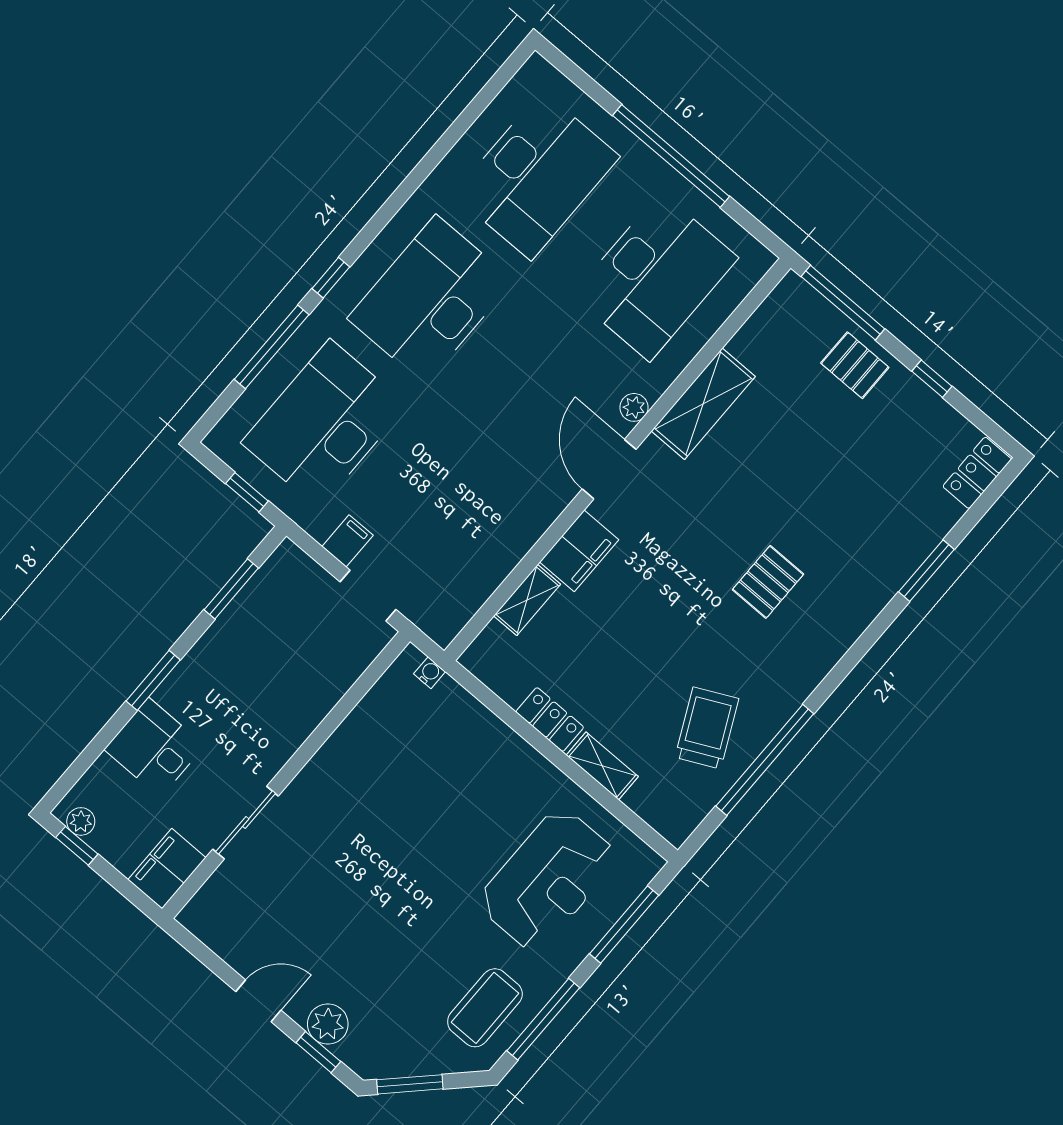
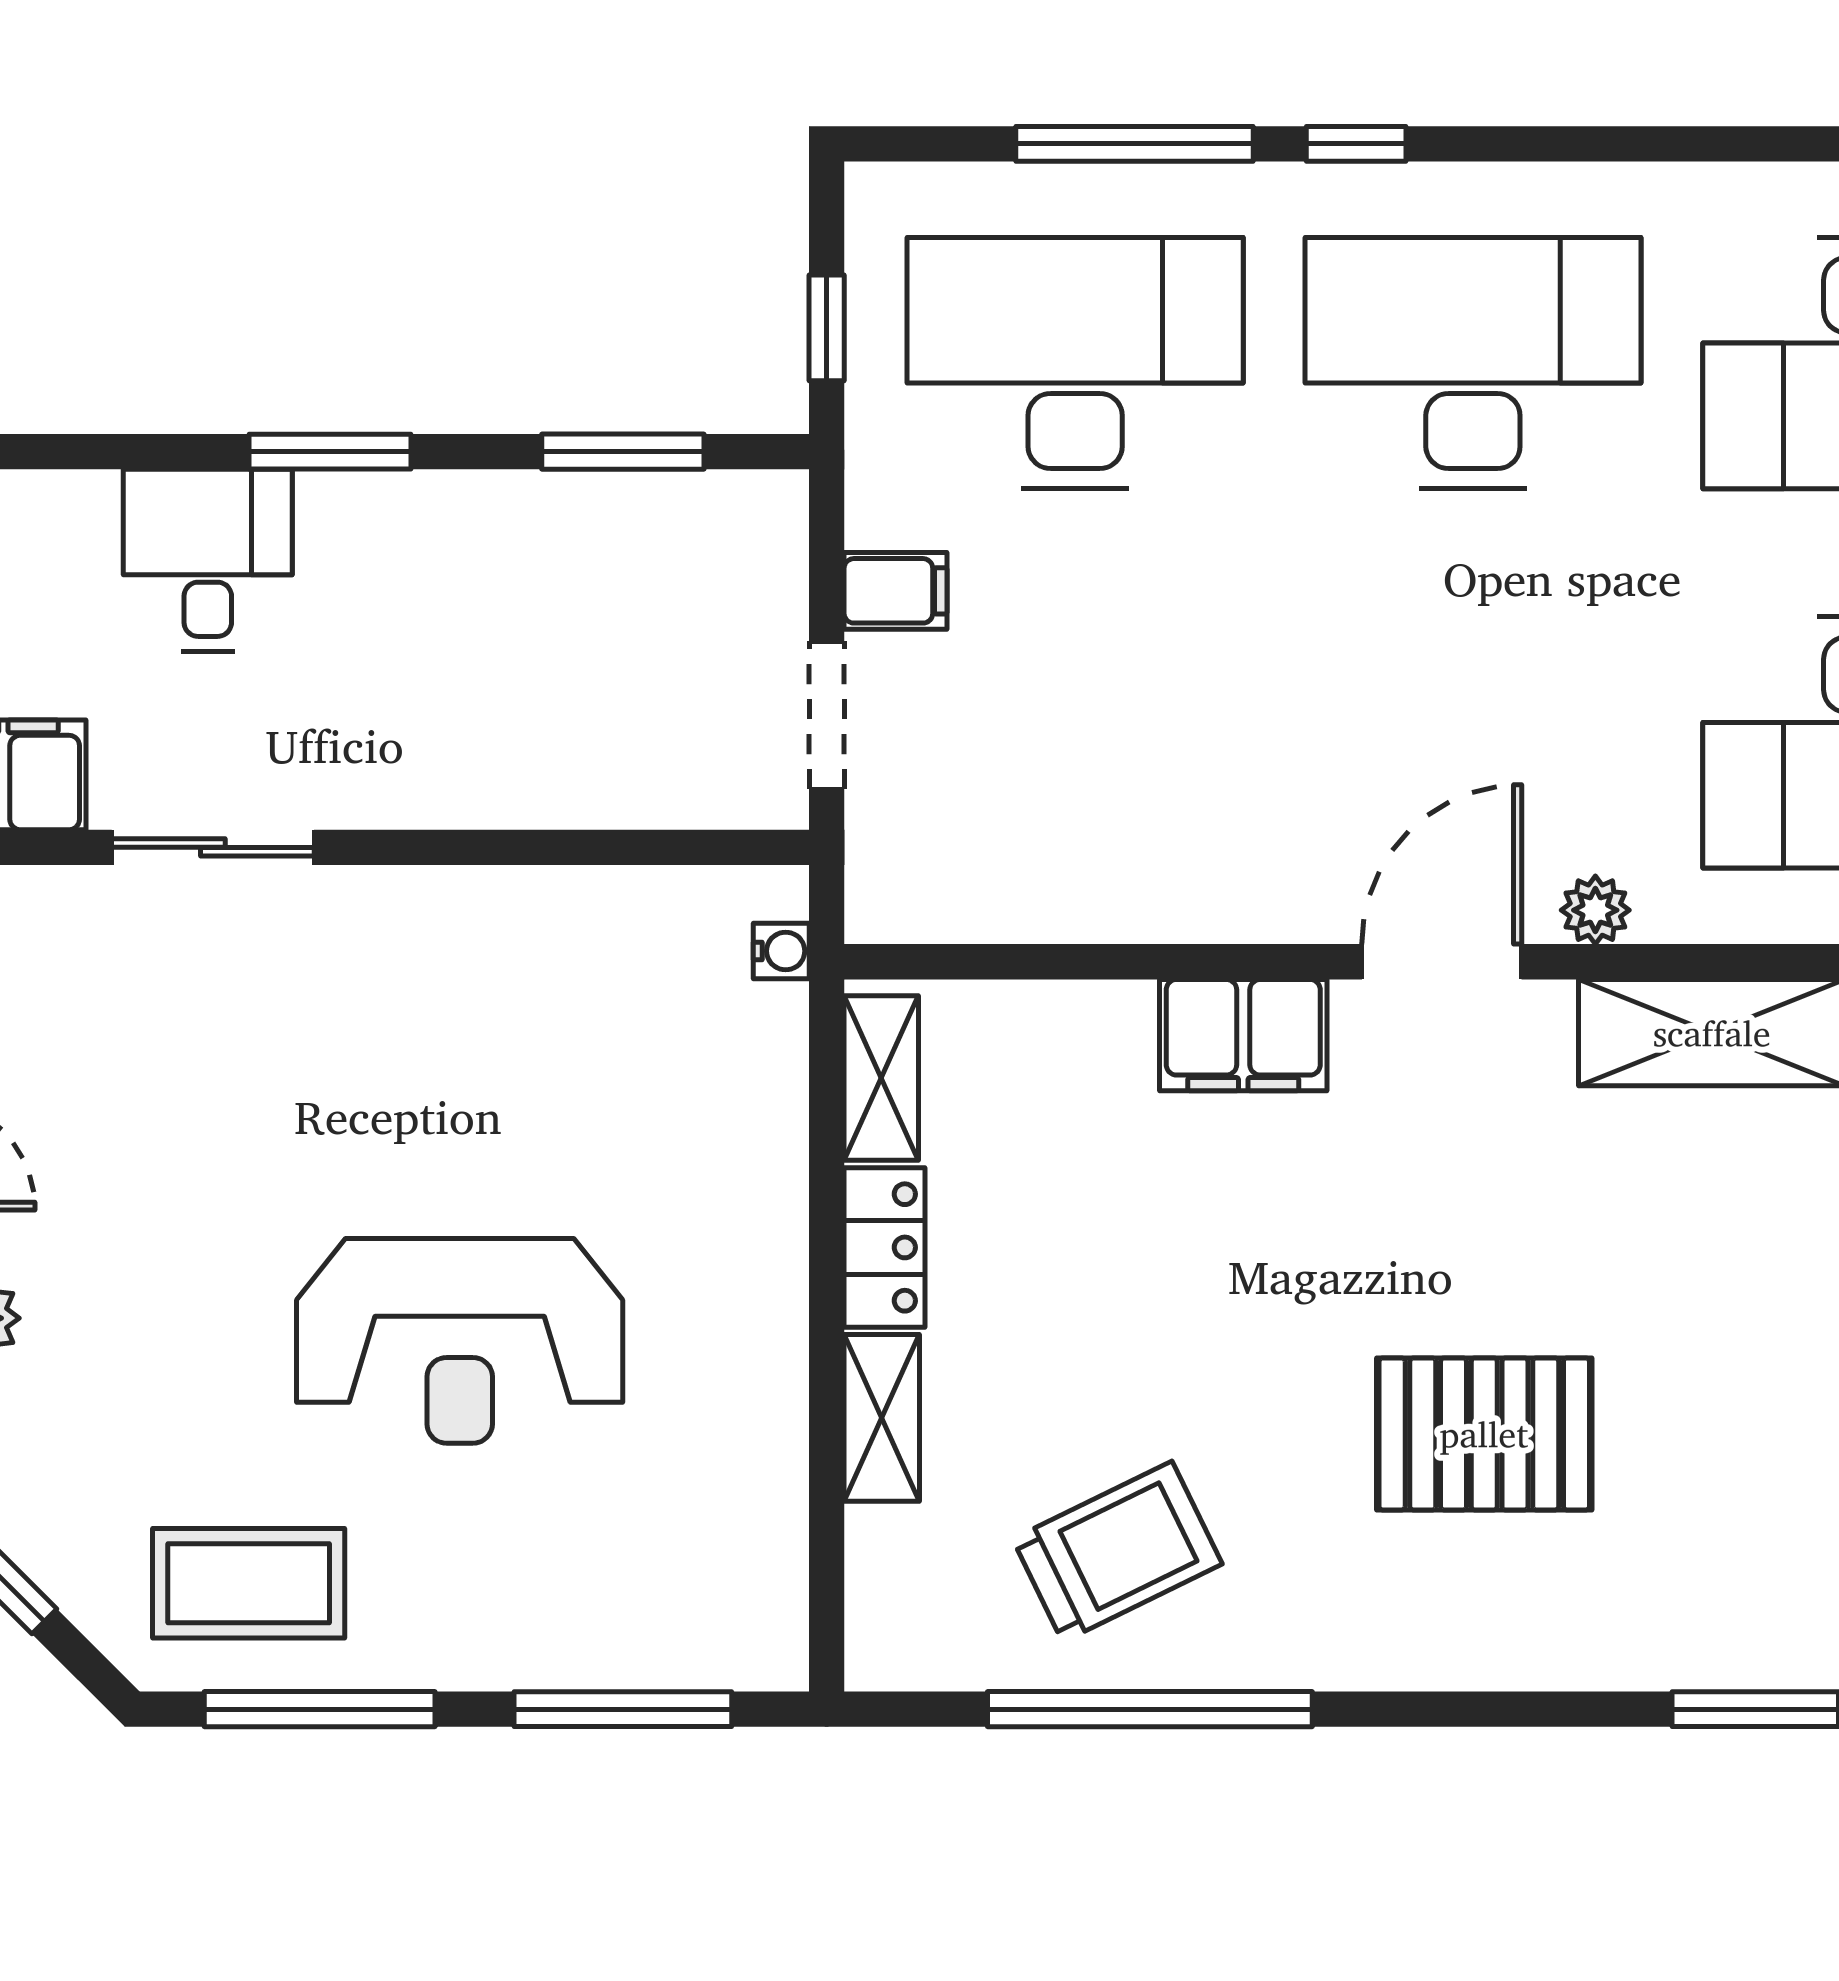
pallet: (768, 582) -> (1484, 1434), width x1.50, depth x1.42
shelving: (527, 600) -> (881, 1078), moved, turned 90
reception desk: (548, 880) -> (460, 1341), moved

